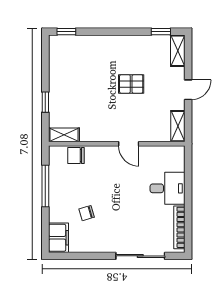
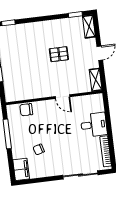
shelving: (64, 135) -> (16, 96), removed

